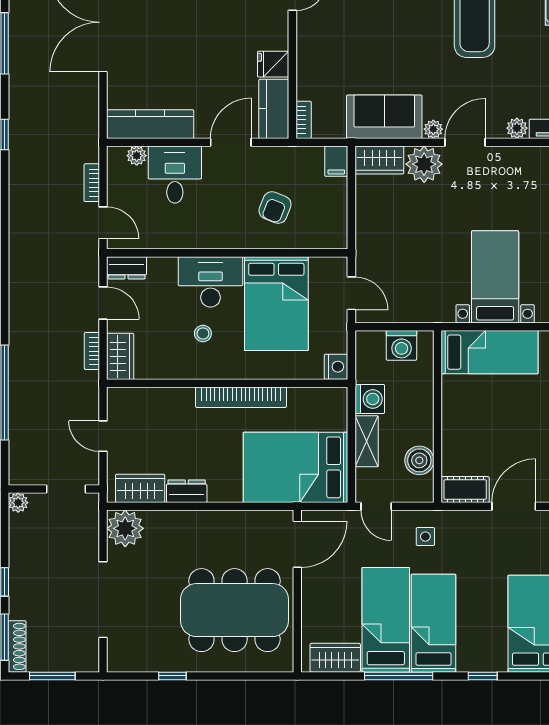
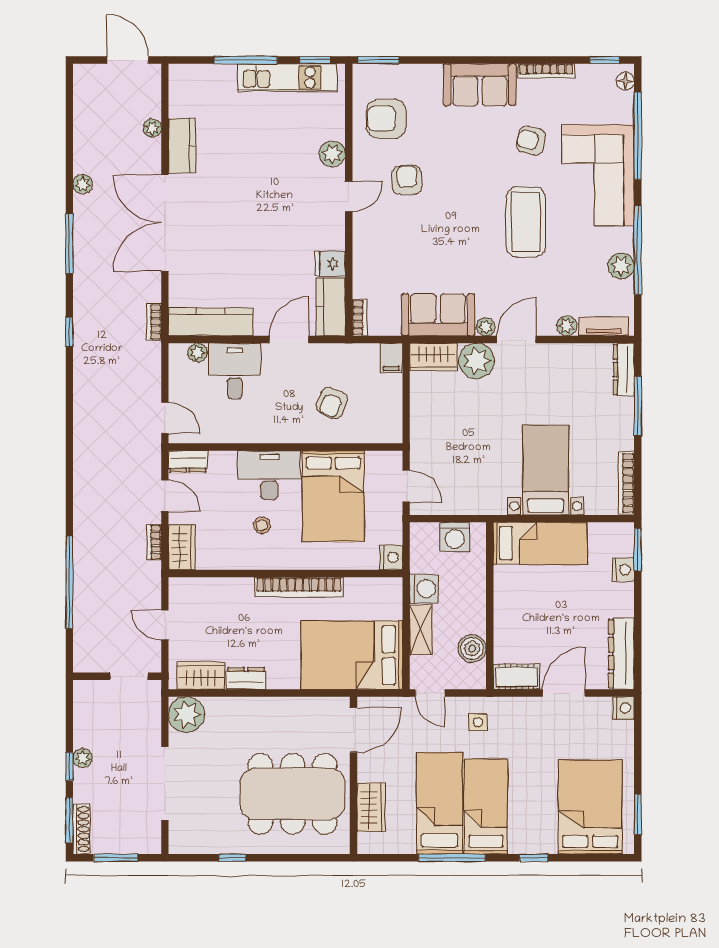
bookcase: (92, 183) -> (154, 322), moved
plant: (18, 503) -> (83, 758), moved
wardrobe: (335, 658) -> (371, 807), moved, turned 90

